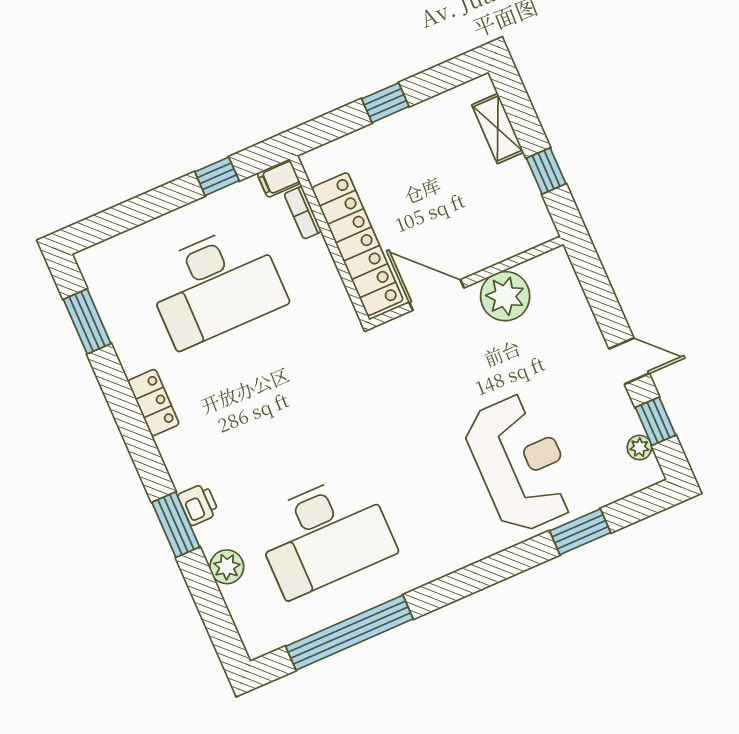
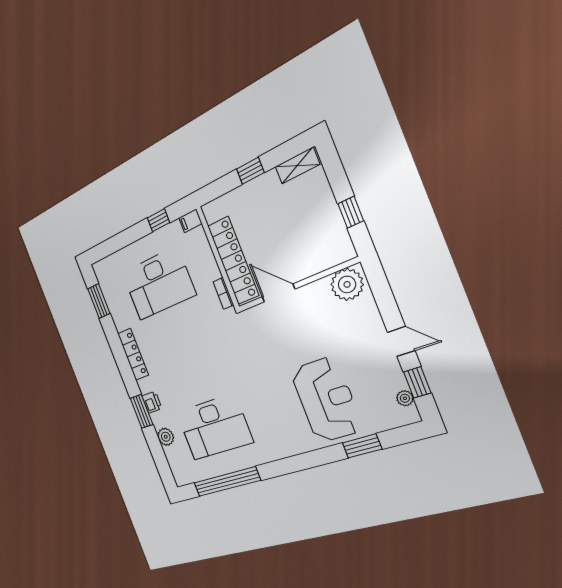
shelving: (498, 129) -> (297, 166), moved, turned 90
bookcase: (303, 213) -> (223, 293), moved
plant: (505, 296) -> (347, 284), moved
locker: (153, 403) -> (133, 354), width x1.53

